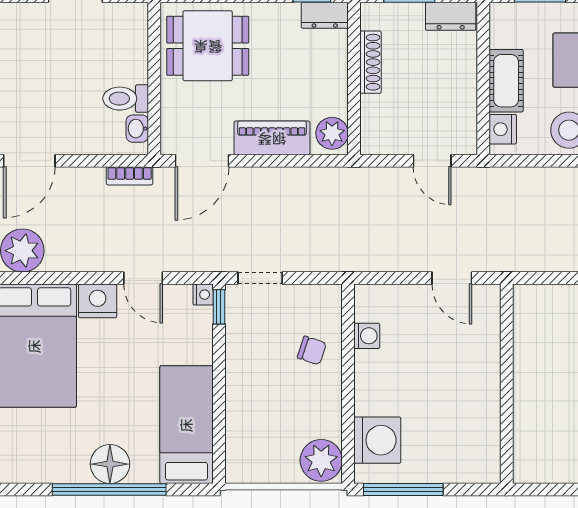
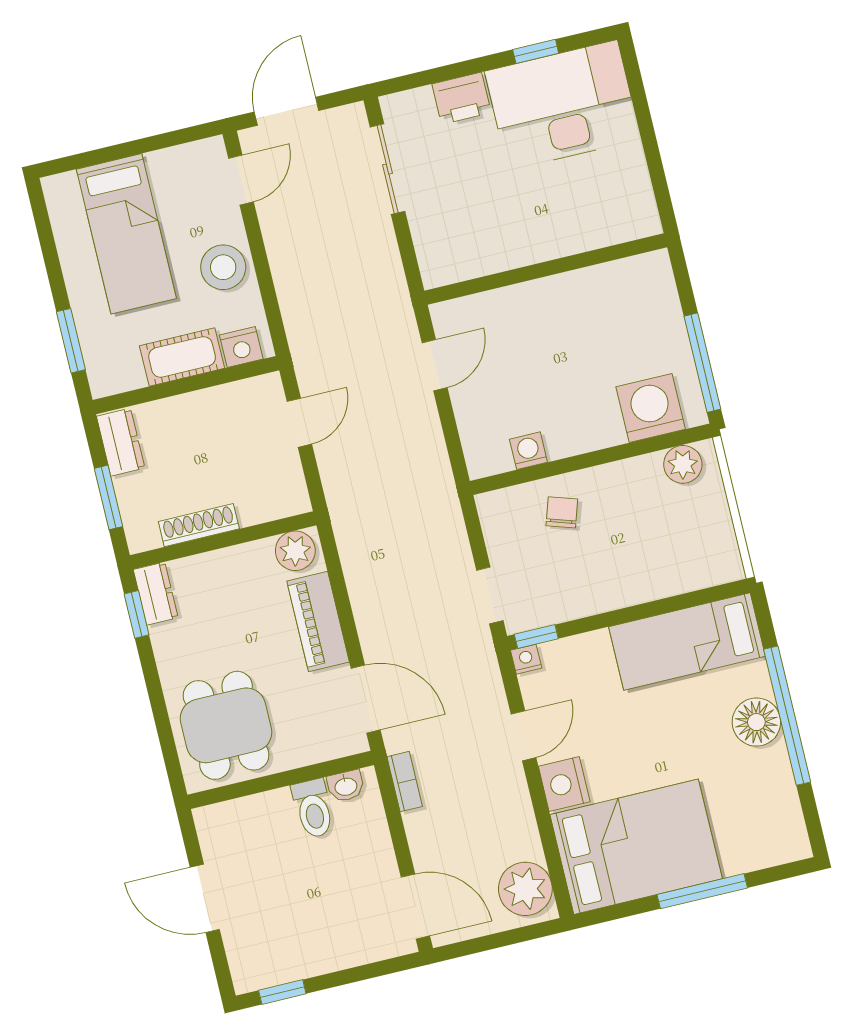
plant: (321, 460) -> (683, 464), width x0.73, depth x0.73

